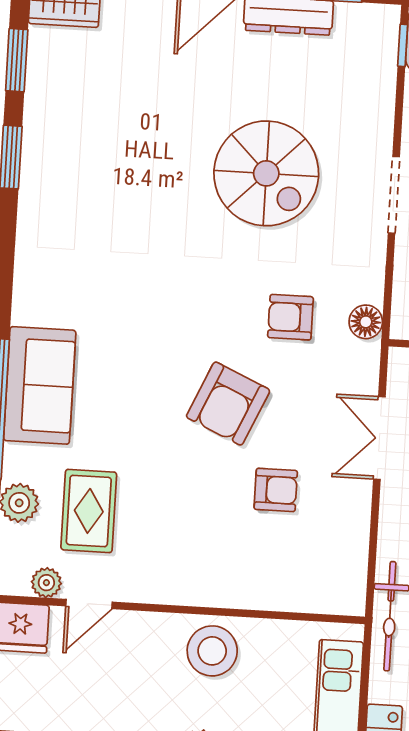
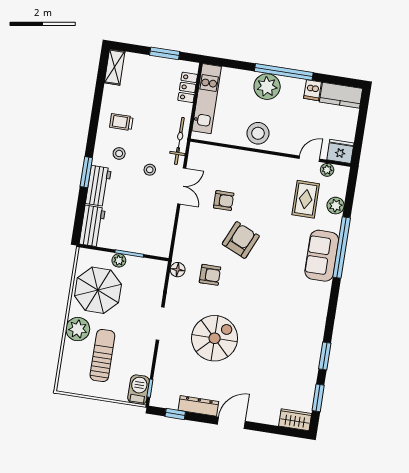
spiral stairs: (266, 173) -> (215, 338), turned 90
double door: (379, 438) -> (182, 186), moved
armchair: (276, 490) -> (224, 200), turned 180

